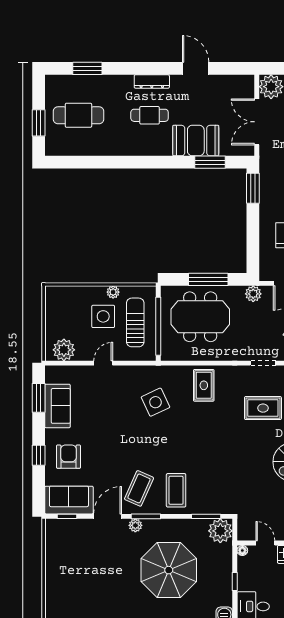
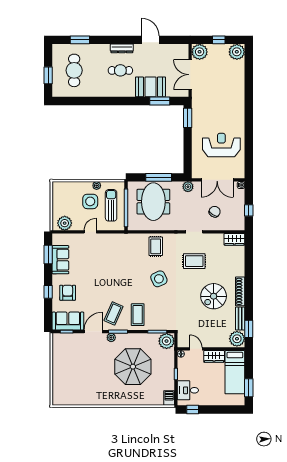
cafe table: (78, 115) -> (74, 70), turned 90
meeting table: (200, 317) -> (153, 202), turned 90
side table: (155, 402) -> (159, 279), moved

